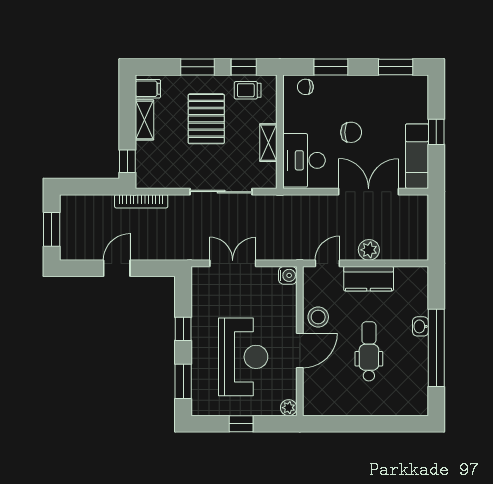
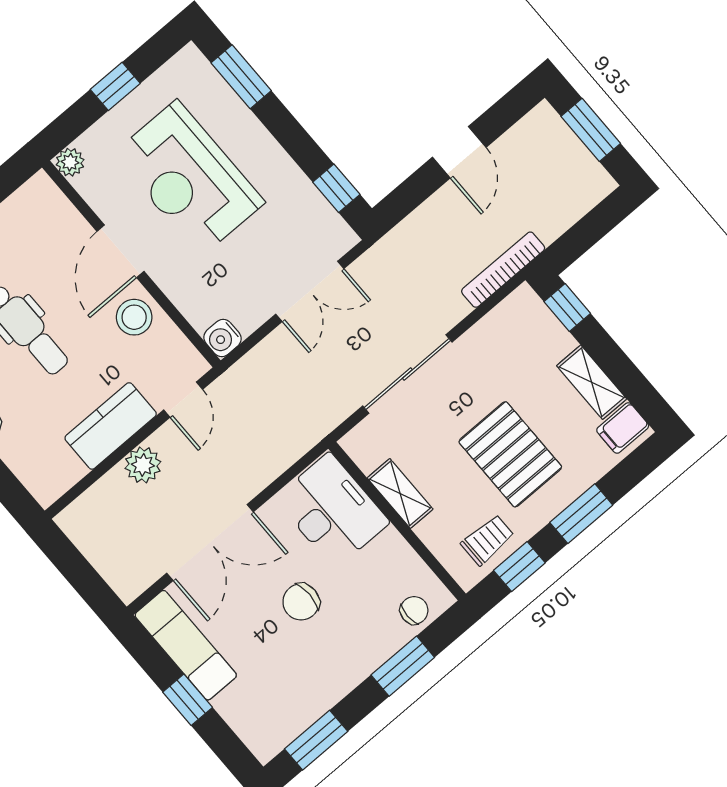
window: (183, 329) -> (336, 188), moved

